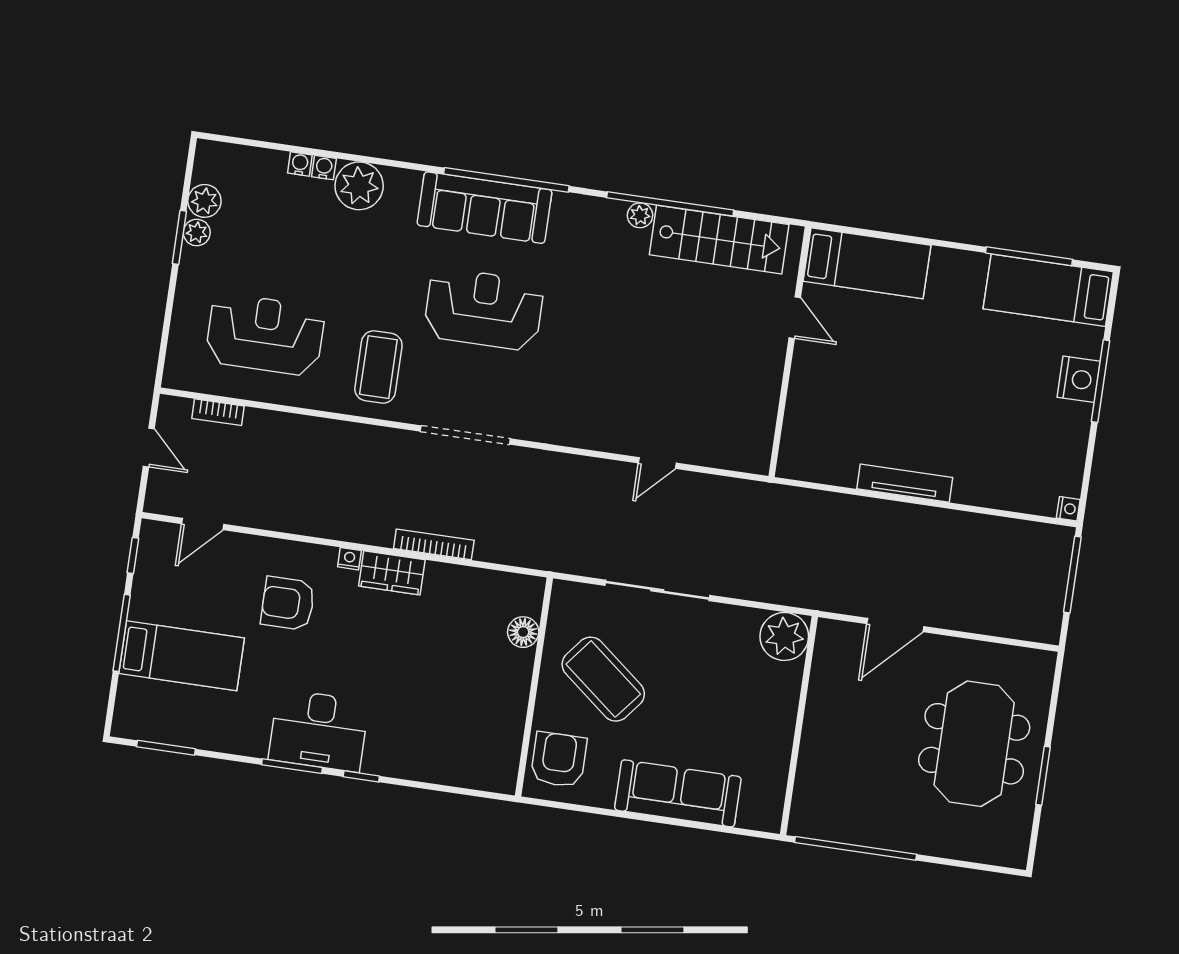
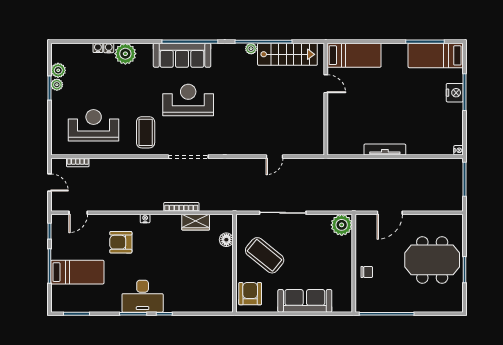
wardrobe: (392, 573) -> (196, 222), moved
meeting table: (974, 744) -> (432, 260), turned 90
chair: (825, 749) -> (367, 272), added

